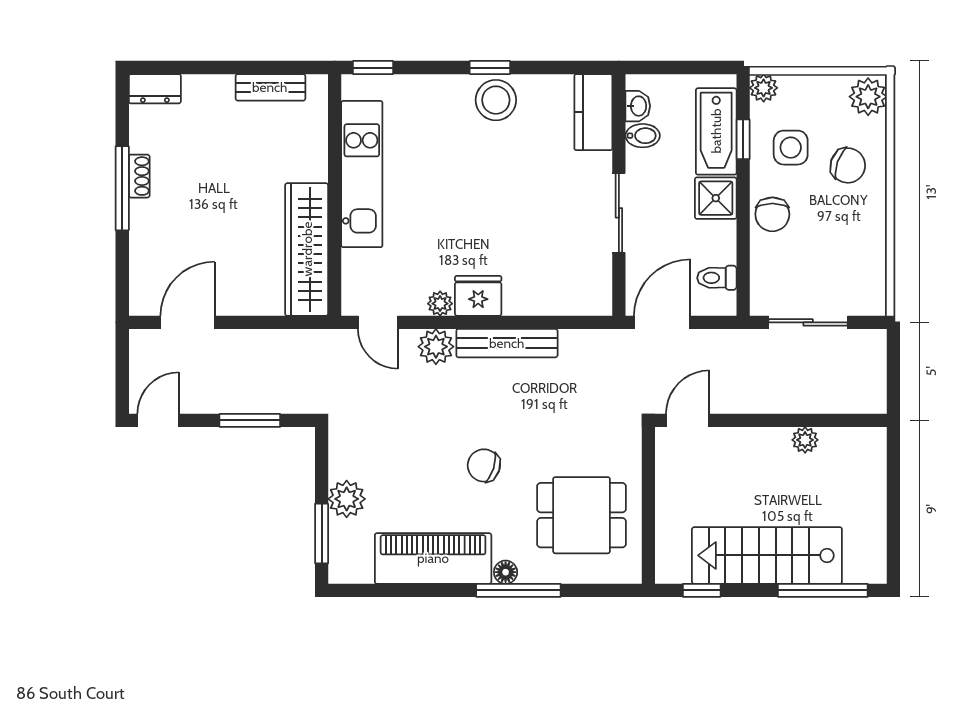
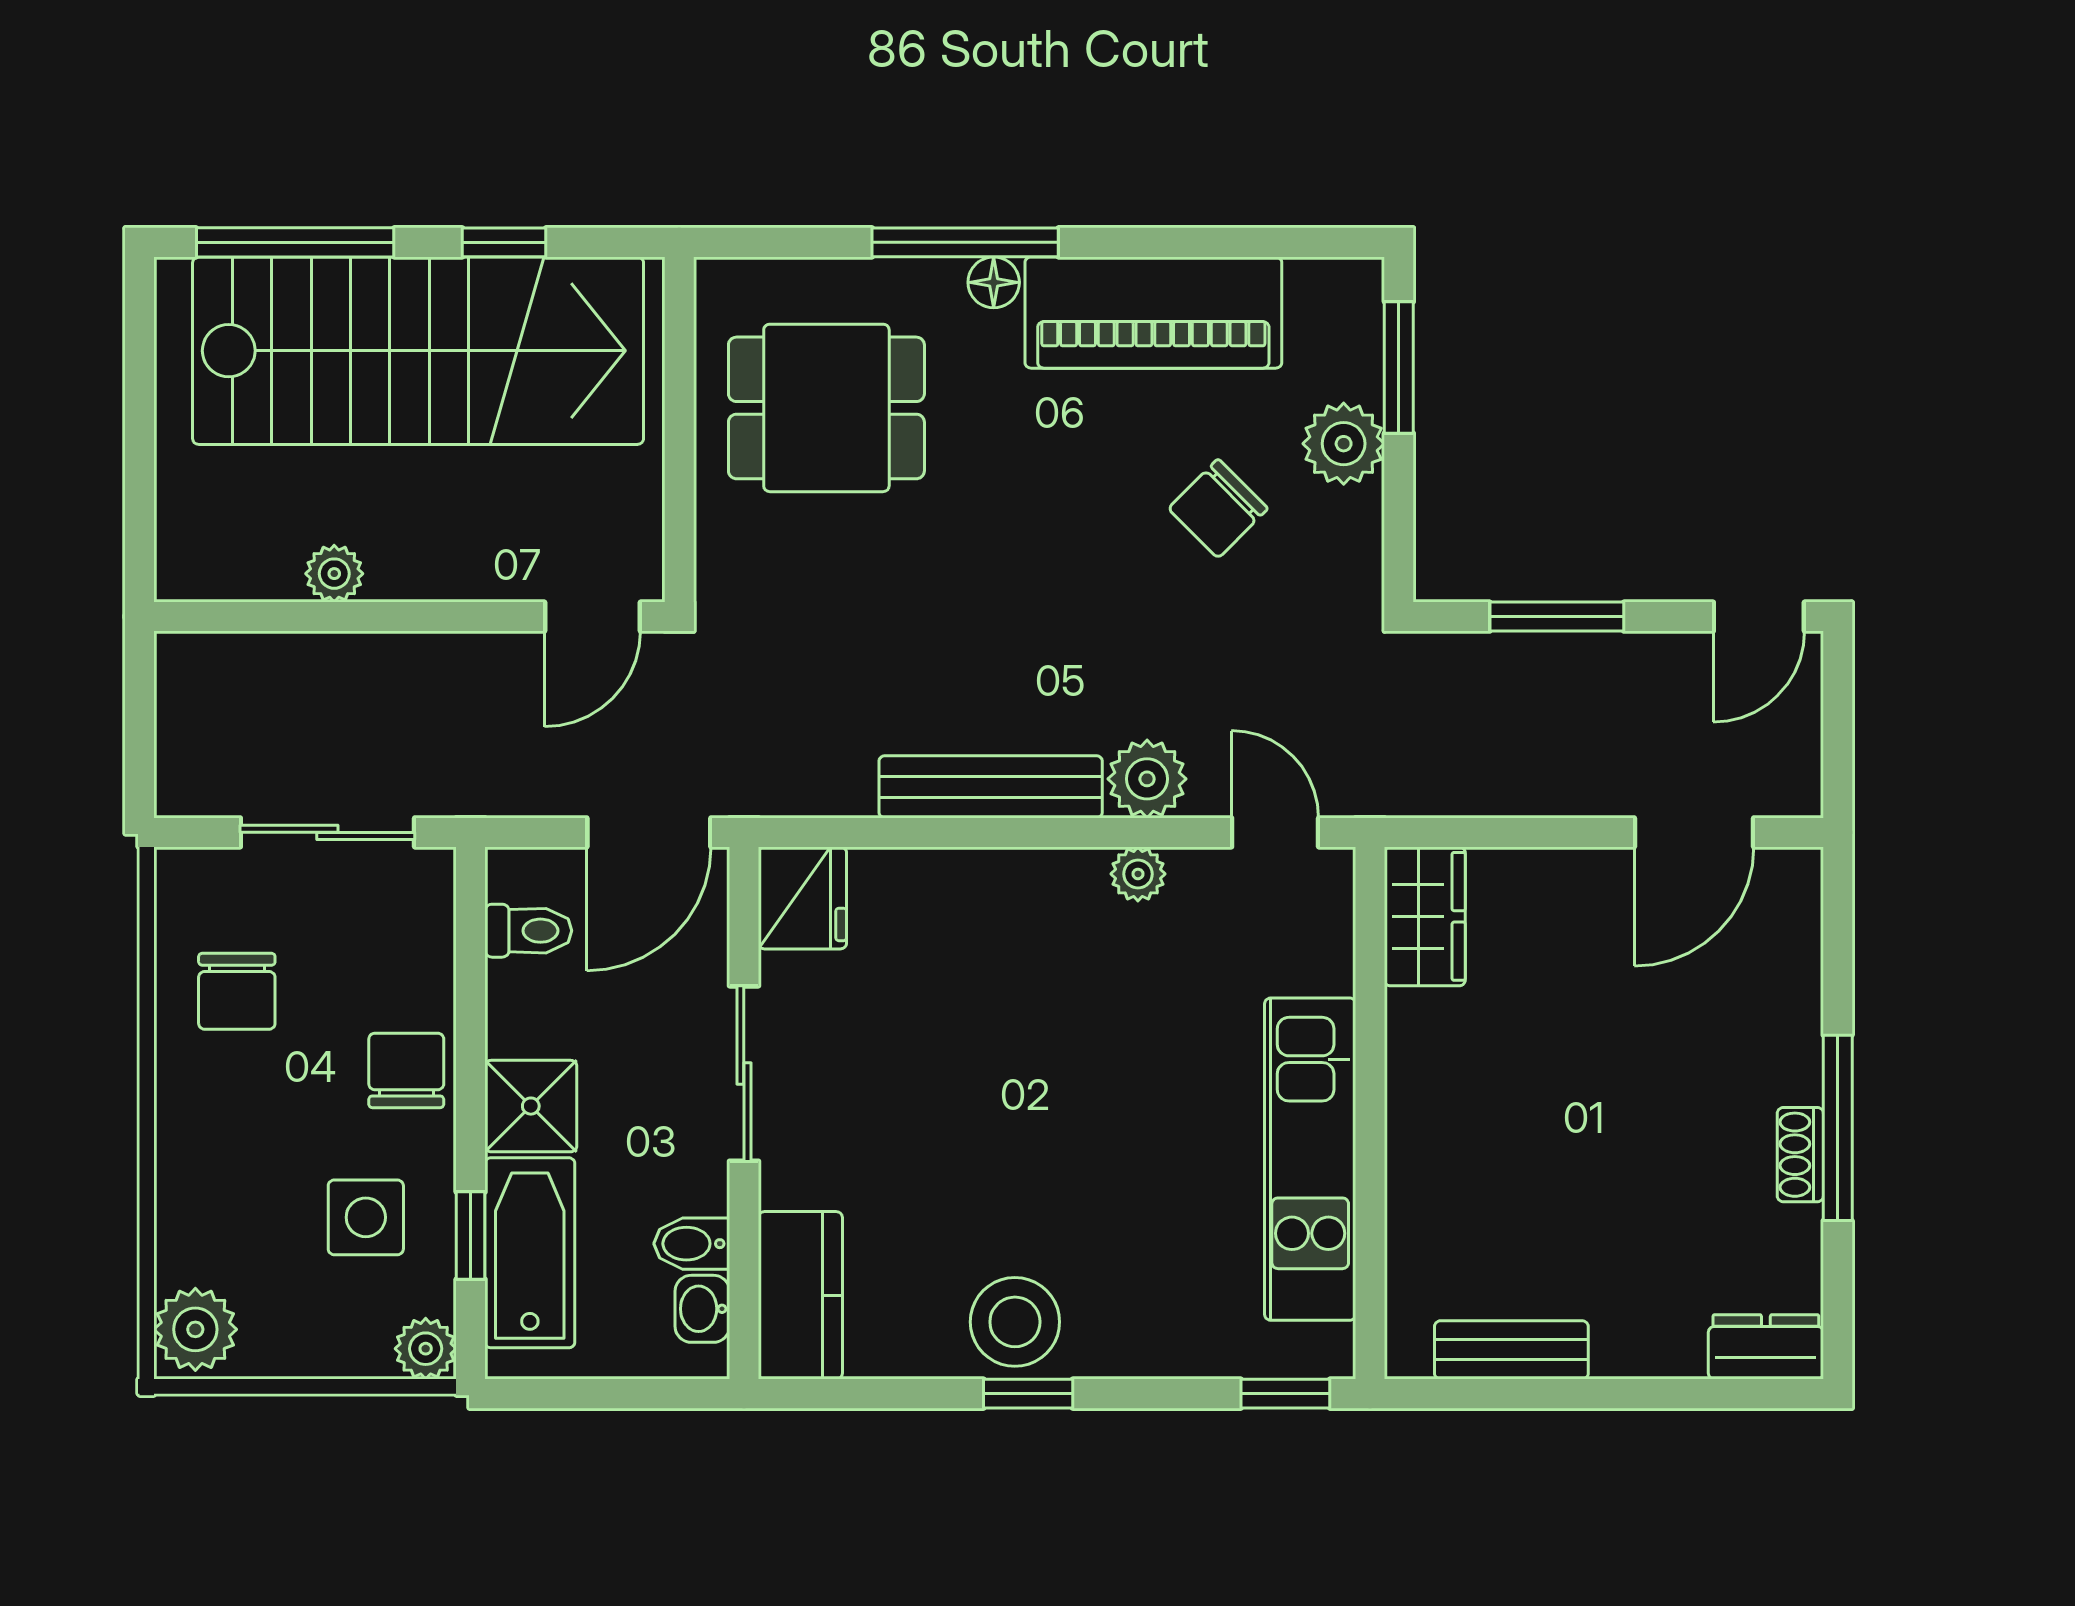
chair: (848, 165) -> (237, 991), moved, turned -109
wardrobe: (307, 249) -> (1425, 916), width x0.48, depth x0.85
fridge: (478, 296) -> (802, 898), moved, turned -90
chair: (484, 465) -> (1218, 509), moved, turned 117
stairs: (767, 555) -> (418, 351), width x1.36, depth x1.51
window: (702, 590) -> (504, 242), moved

